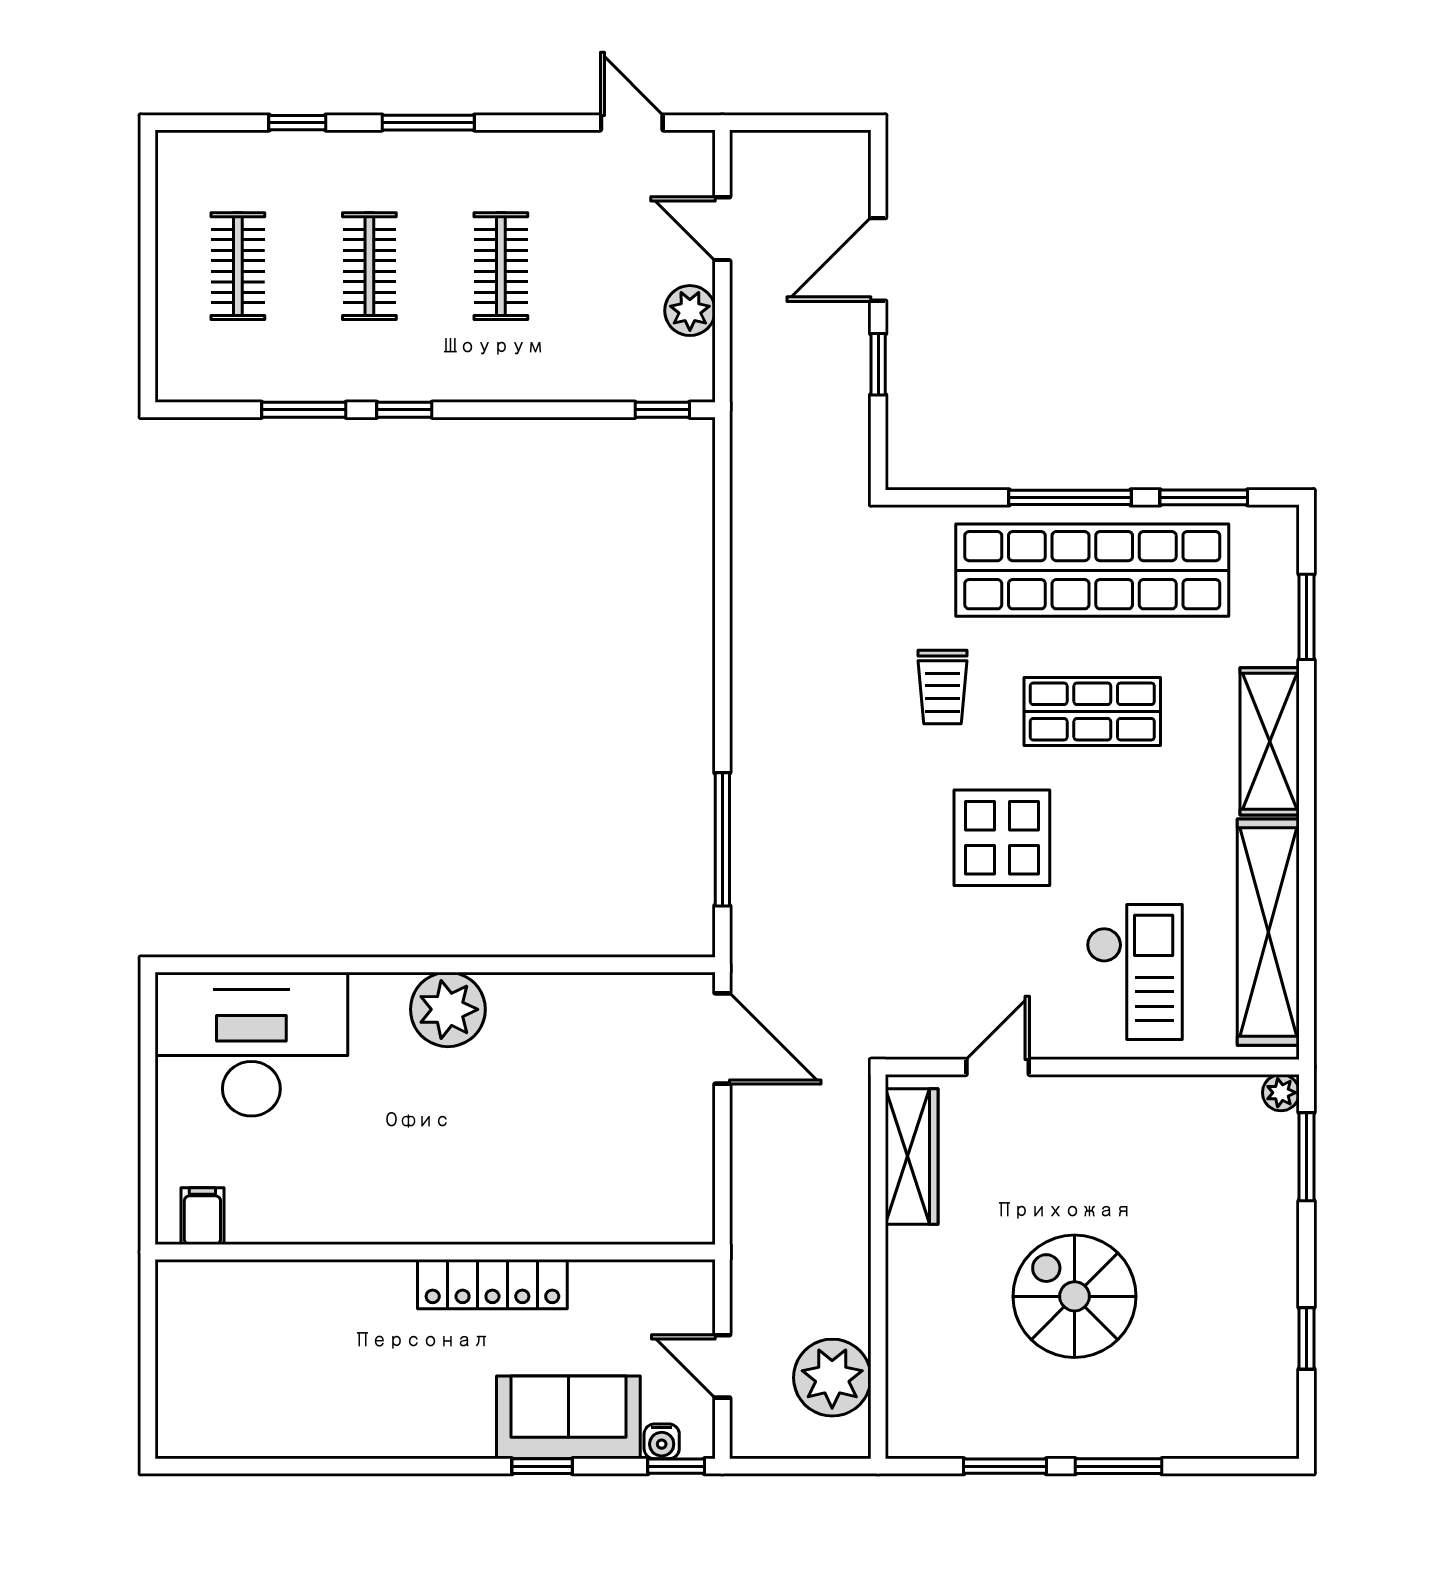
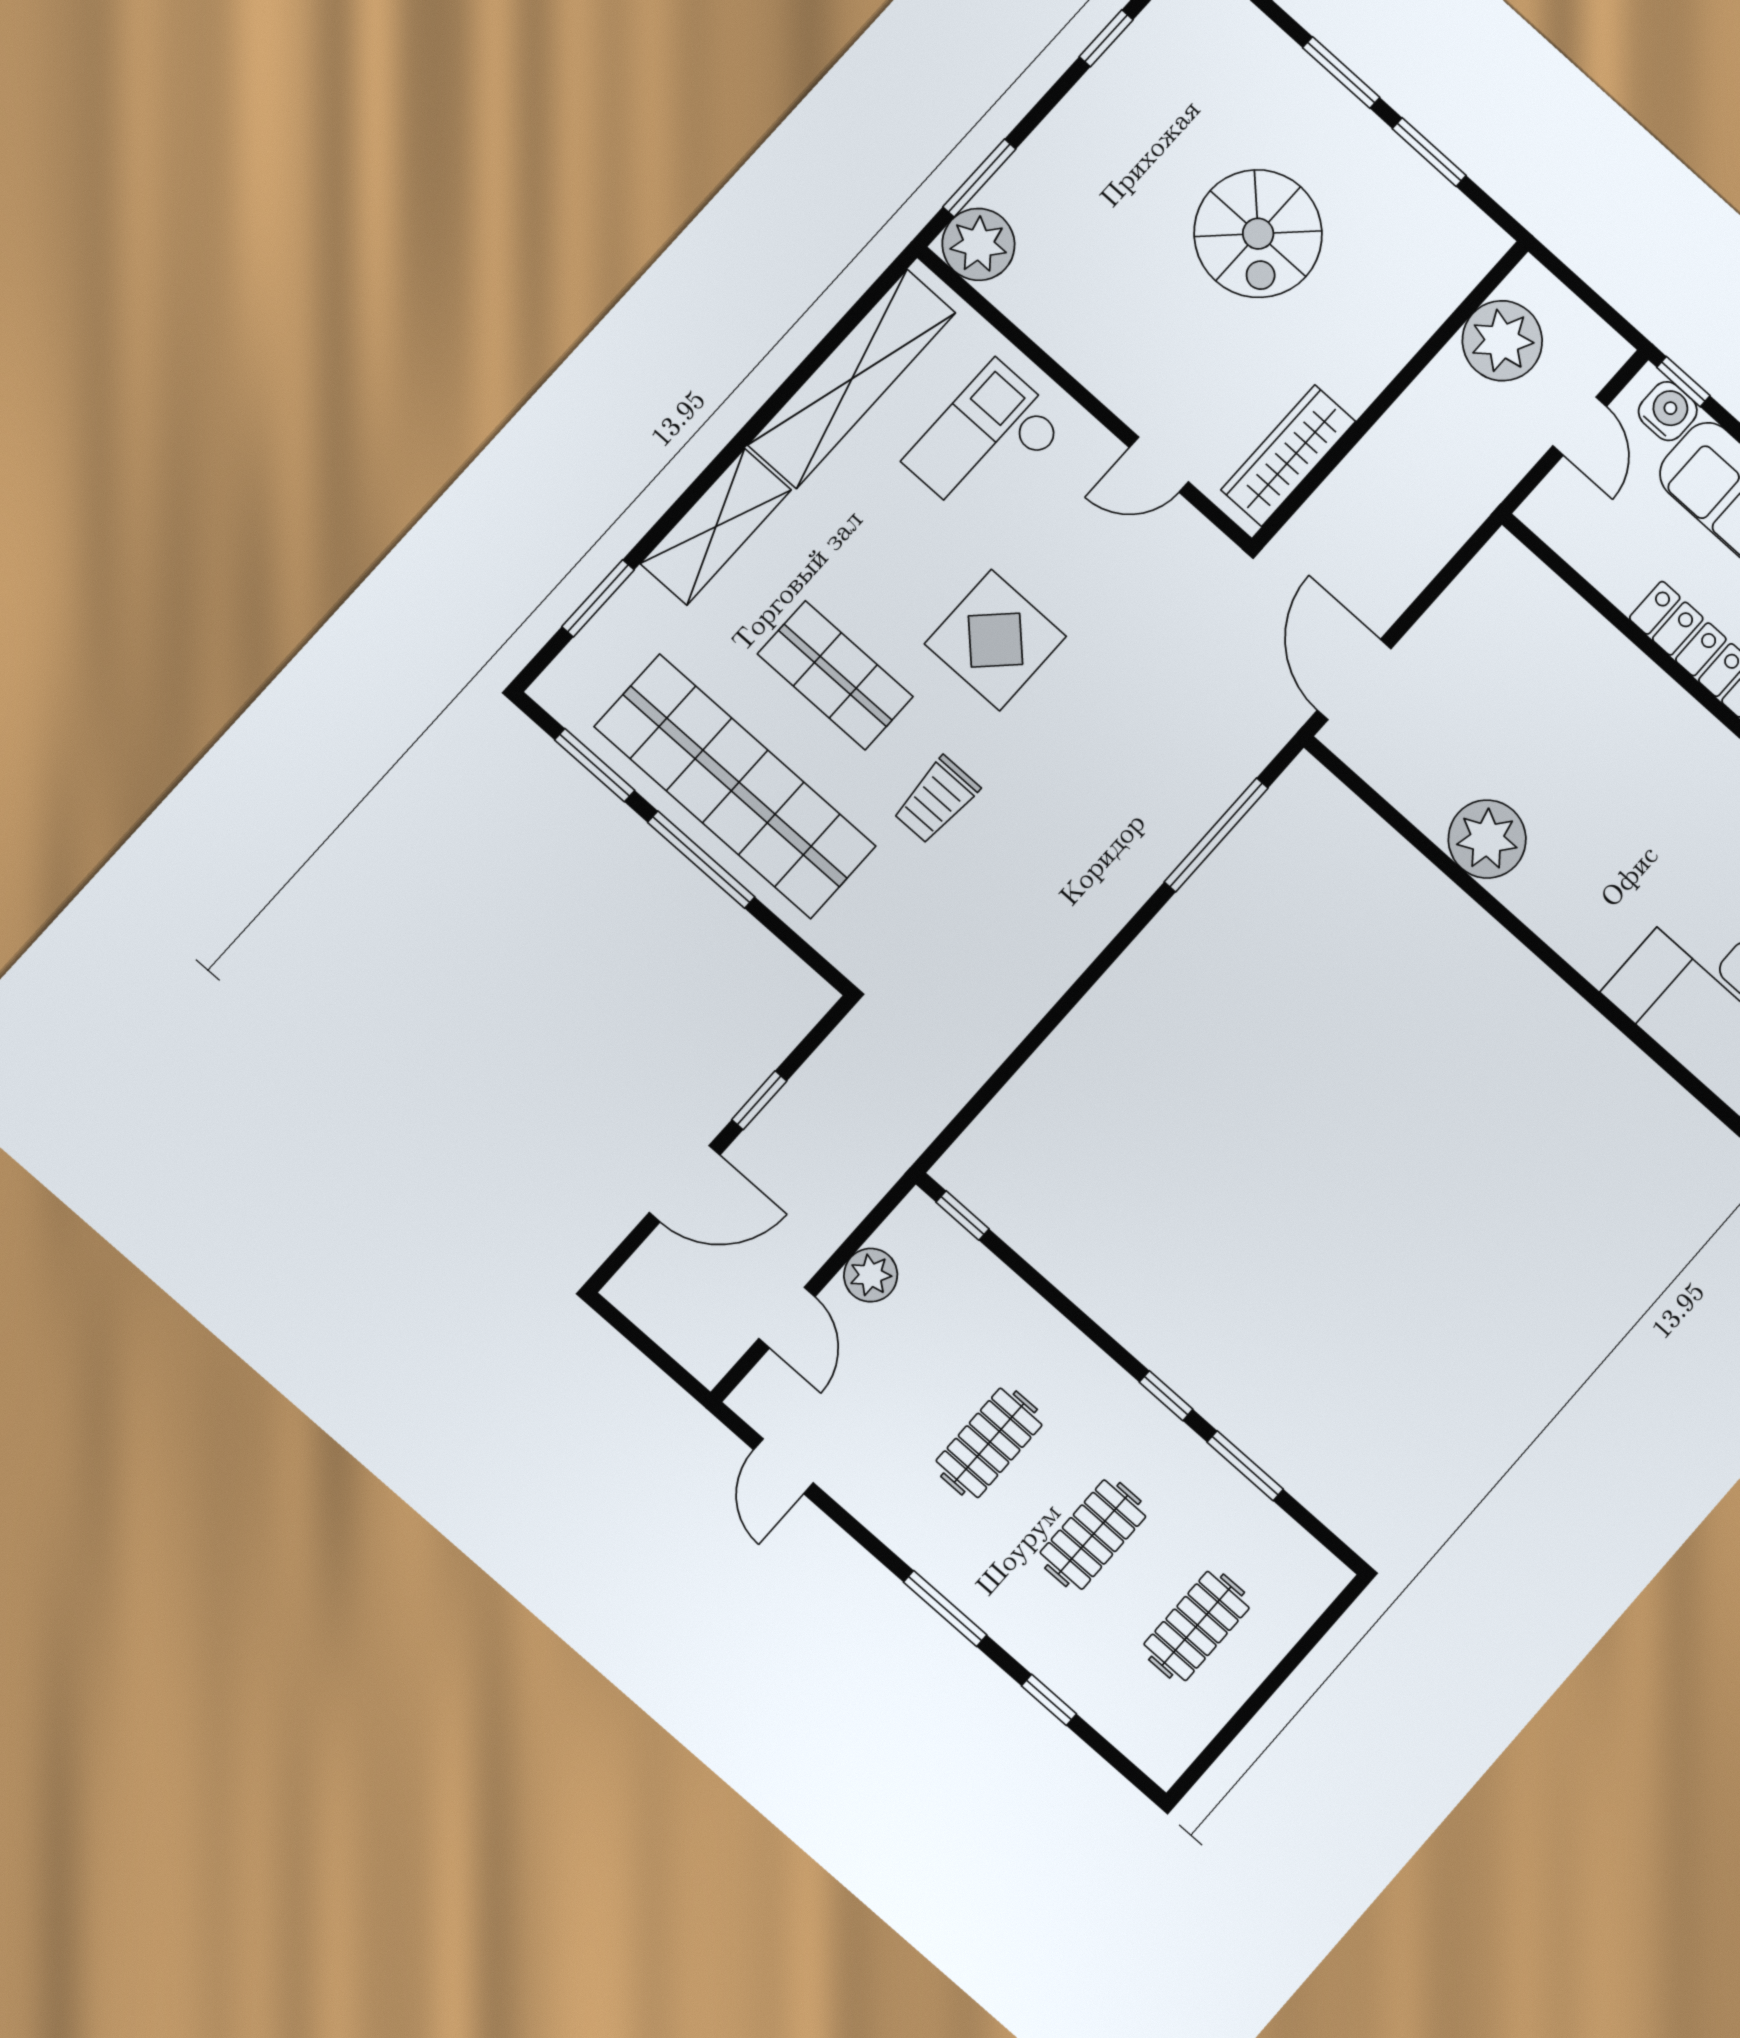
trolley: (943, 687) -> (936, 800), turned 180
plant: (448, 1009) -> (1487, 839), moved
plant: (1281, 1093) -> (978, 244), width x1.87, depth x1.87
water cooler: (662, 1441) -> (1668, 411), width x1.38, depth x1.38

